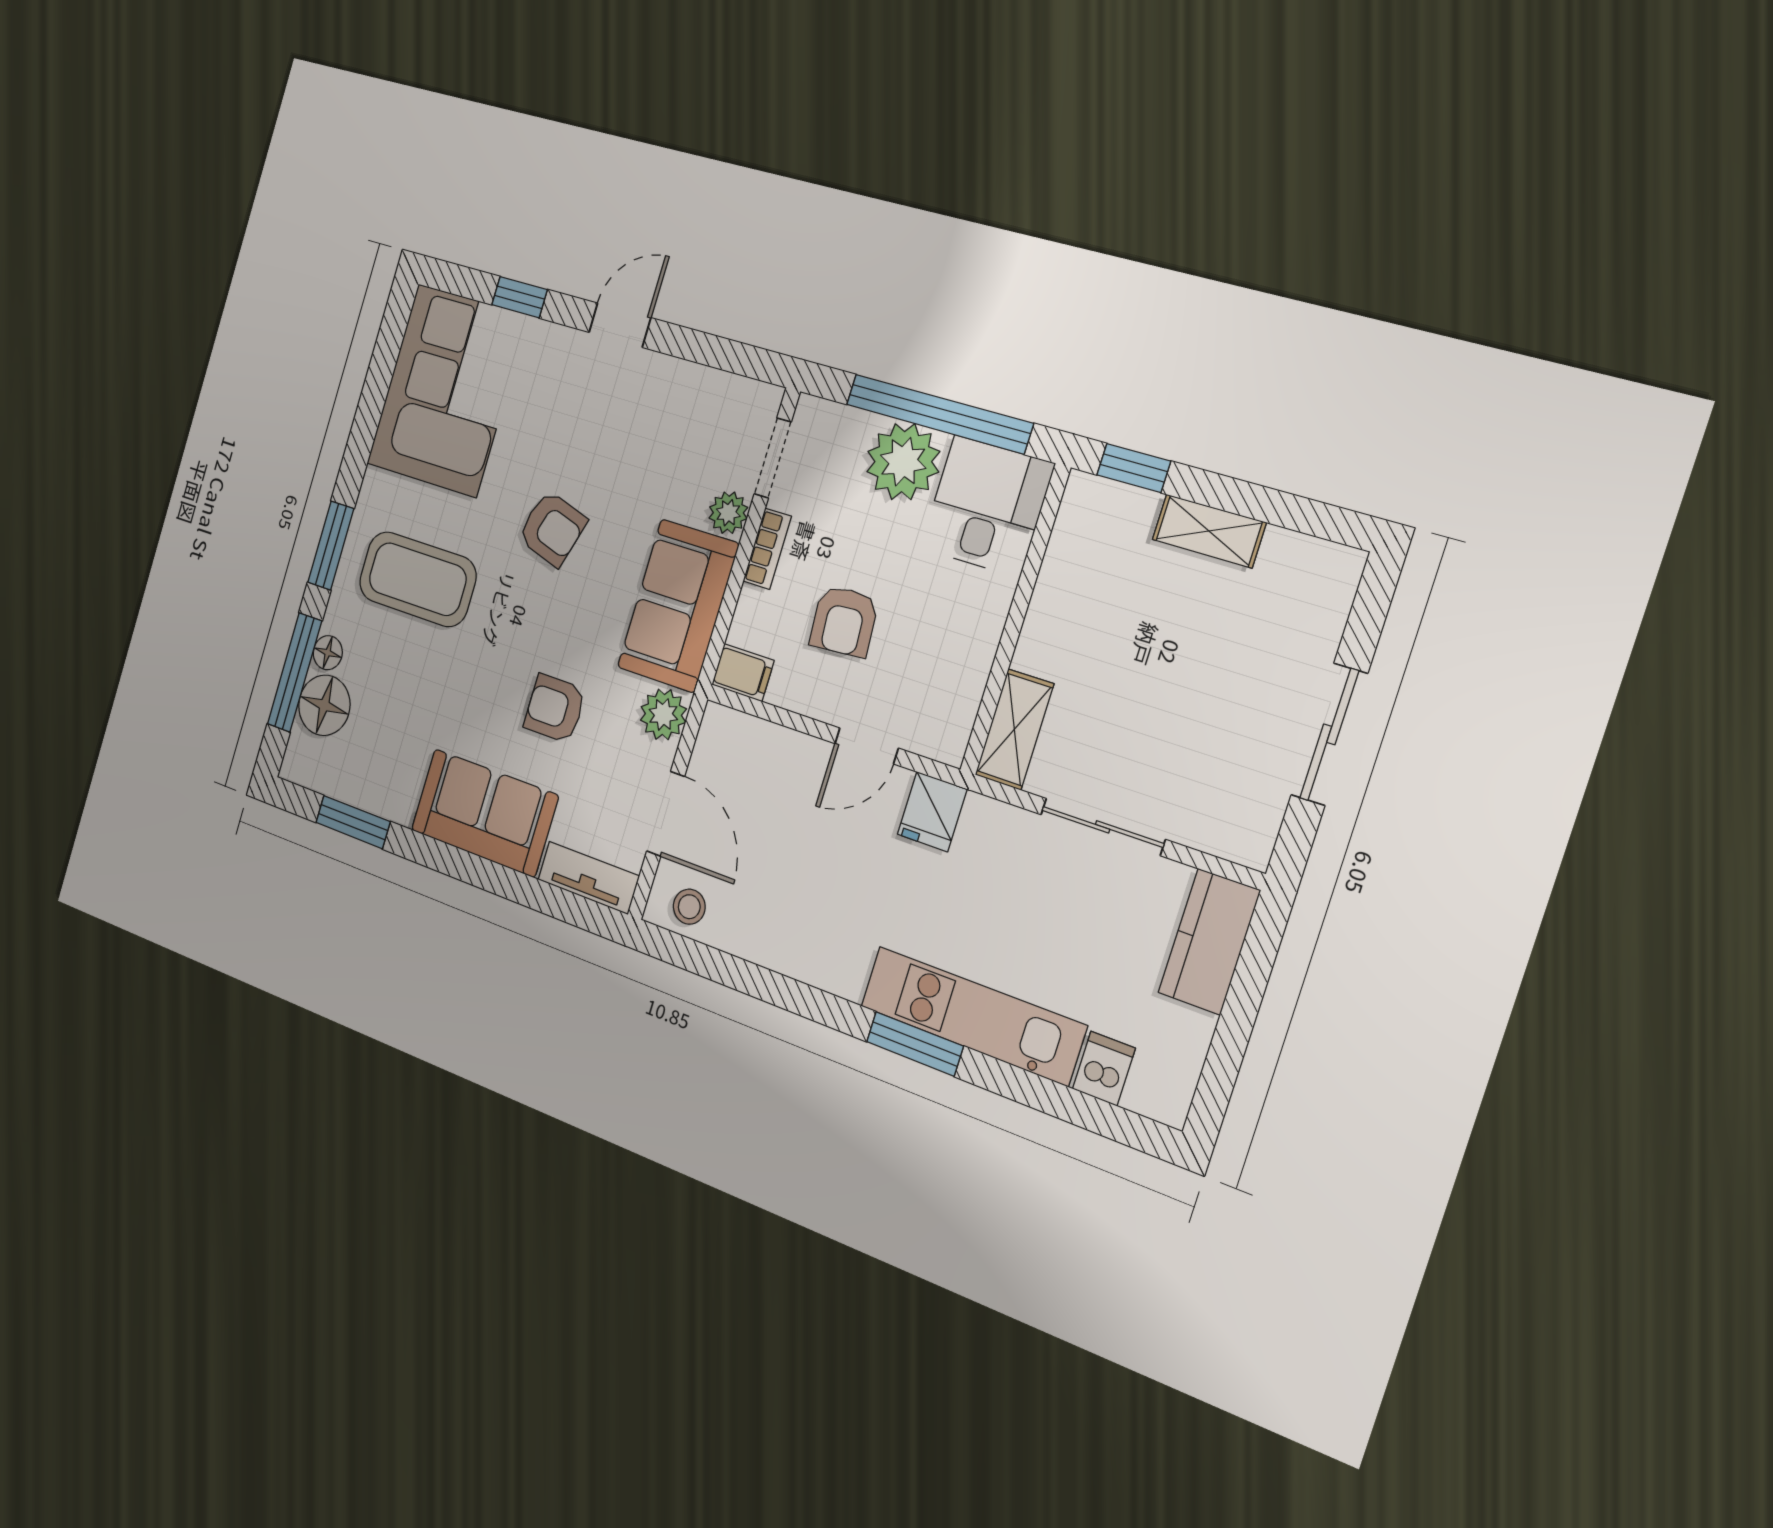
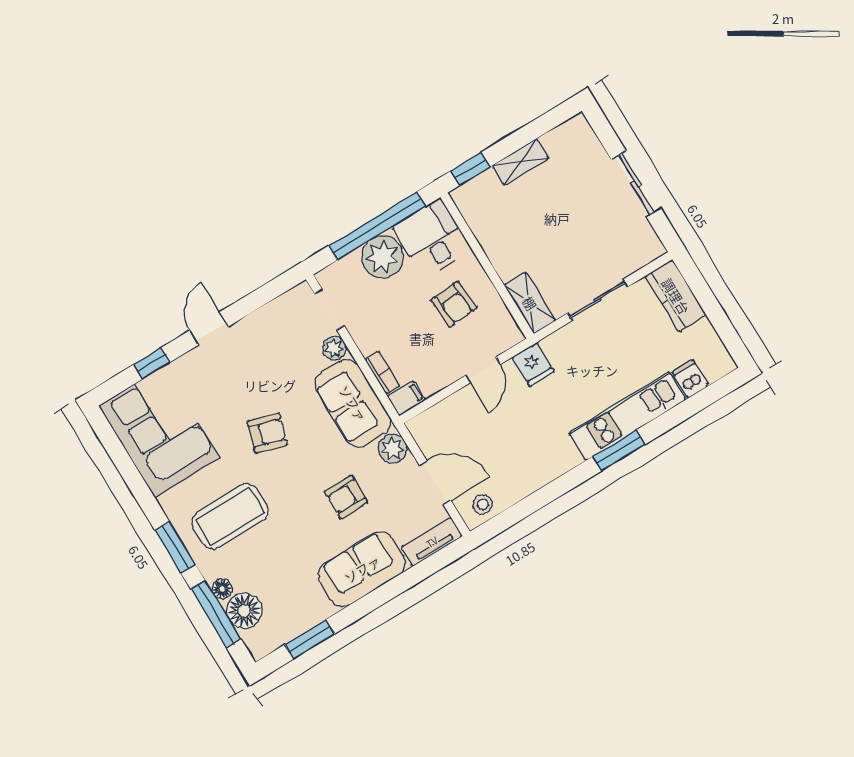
bookcase: (767, 549) -> (382, 372), moved
armchair: (844, 621) -> (454, 304), moved

